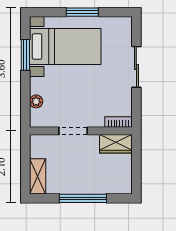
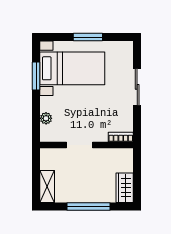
wardrobe: (116, 144) -> (125, 188), moved, turned 90

